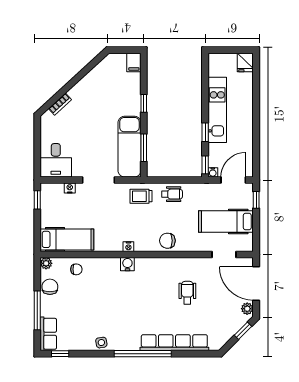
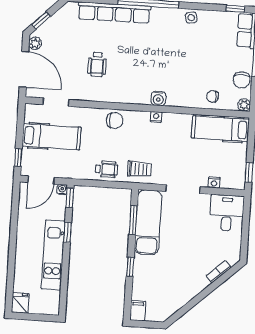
wheelchair: (172, 194) -> (107, 169), turned 180

